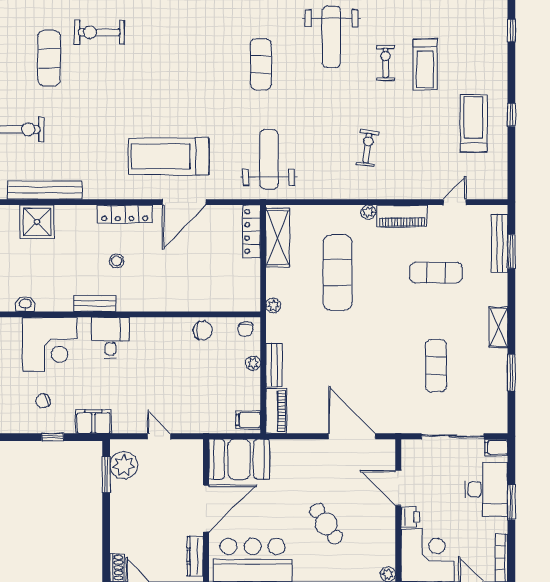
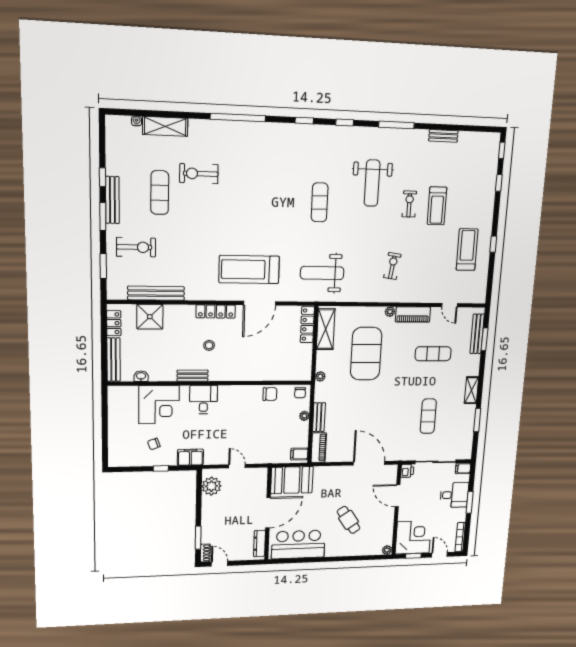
weight bench: (269, 159) -> (322, 273), turned -90
door: (455, 202) -> (450, 305), swing flipped
exercise mat: (338, 273) -> (366, 354), width x1.47
window: (106, 475) -> (198, 538), moved
desk: (486, 489) -> (454, 495), width x0.73
printer: (410, 517) -> (407, 471), moved

